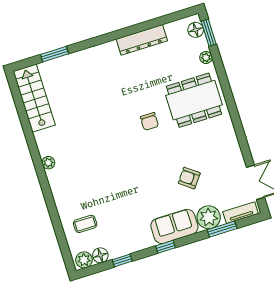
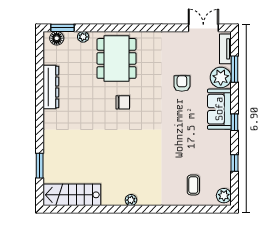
armchair: (189, 178) -> (182, 84), turned 143
floor lamp: (100, 255) -> (224, 180), removed

